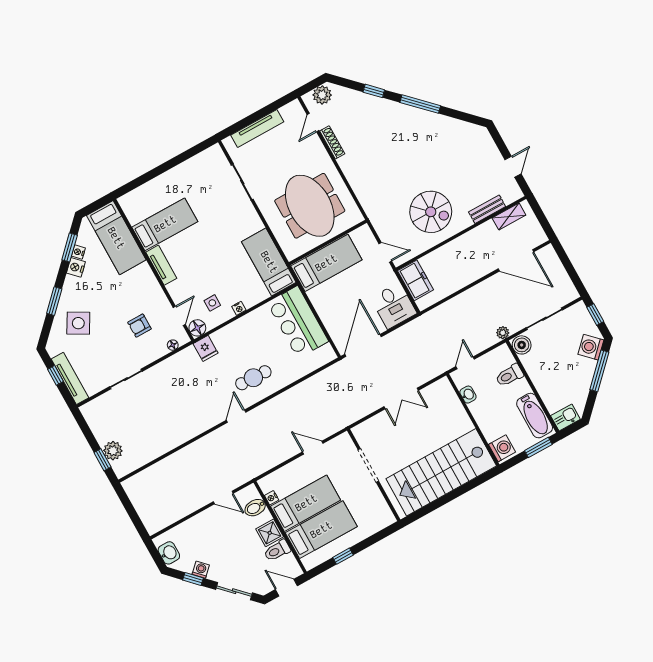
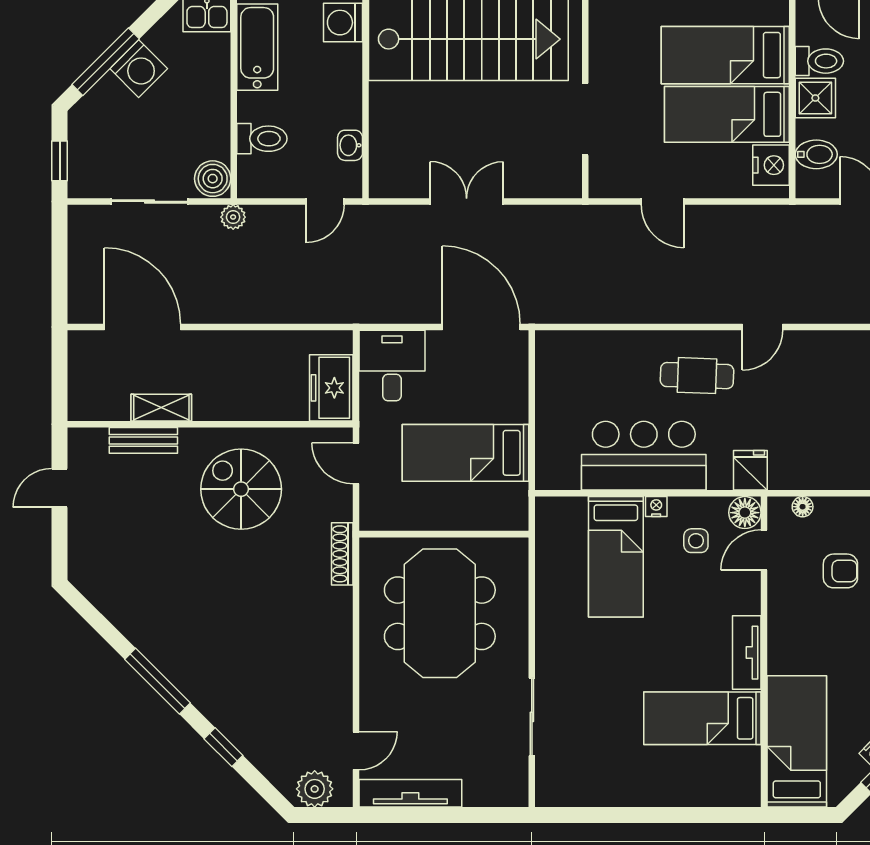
tv unit: (257, 128) -> (410, 793), moved
shoe rack: (332, 142) -> (342, 554), moved
shelving: (509, 217) -> (161, 408), moved
bed: (269, 262) -> (616, 557), moved
bed: (326, 263) -> (465, 453), moved
bar counter: (298, 322) -> (644, 456), moved, turned -90
door: (363, 345) -> (481, 327), swing flipped
washing machine: (591, 347) -> (139, 69), moved
nightstand: (272, 498) -> (771, 165), width x1.89, depth x1.79

